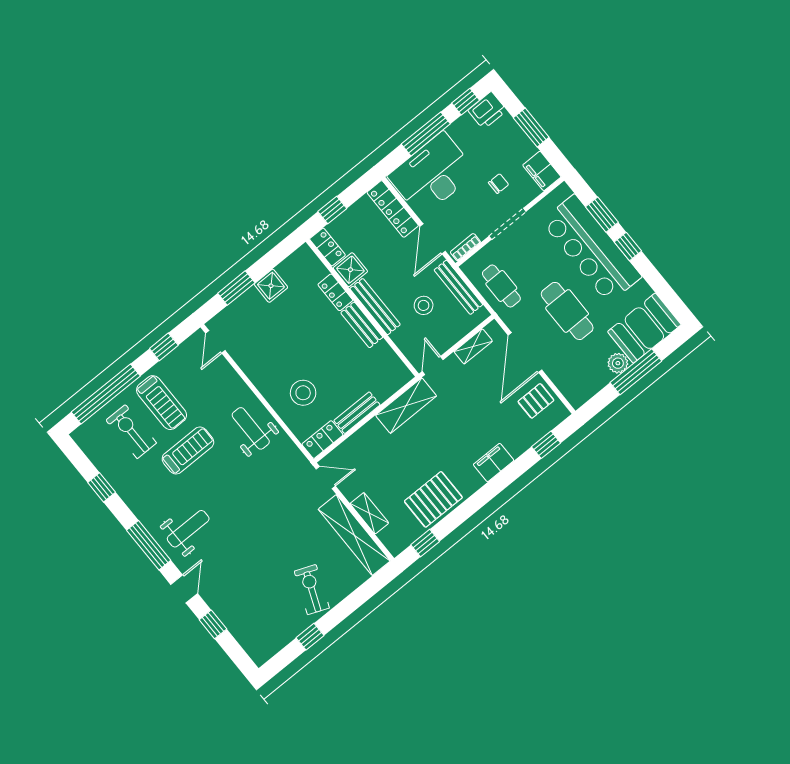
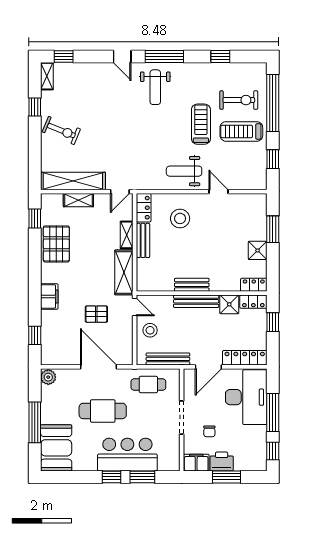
printer: (487, 110) -> (222, 461), moved, turned 90
door: (433, 239) -> (208, 367), swing flipped
bookcase: (465, 247) -> (188, 382), removed
bar counter: (591, 249) -> (127, 455), width x0.73
locker: (335, 292) -> (254, 285), moved
stool: (424, 305) -> (150, 330), moved
door: (215, 342) -> (219, 192), moved
shelving: (473, 346) -> (127, 235), moved
plant: (618, 363) -> (48, 377), moved
pallet: (536, 401) -> (96, 314), moved, turned 90
weight bench: (251, 428) -> (184, 171), turned 180
treadmill: (188, 450) -> (201, 124), turned 180
window: (213, 624) -> (64, 56), moved
shelving: (268, 650) -> (47, 76), added

